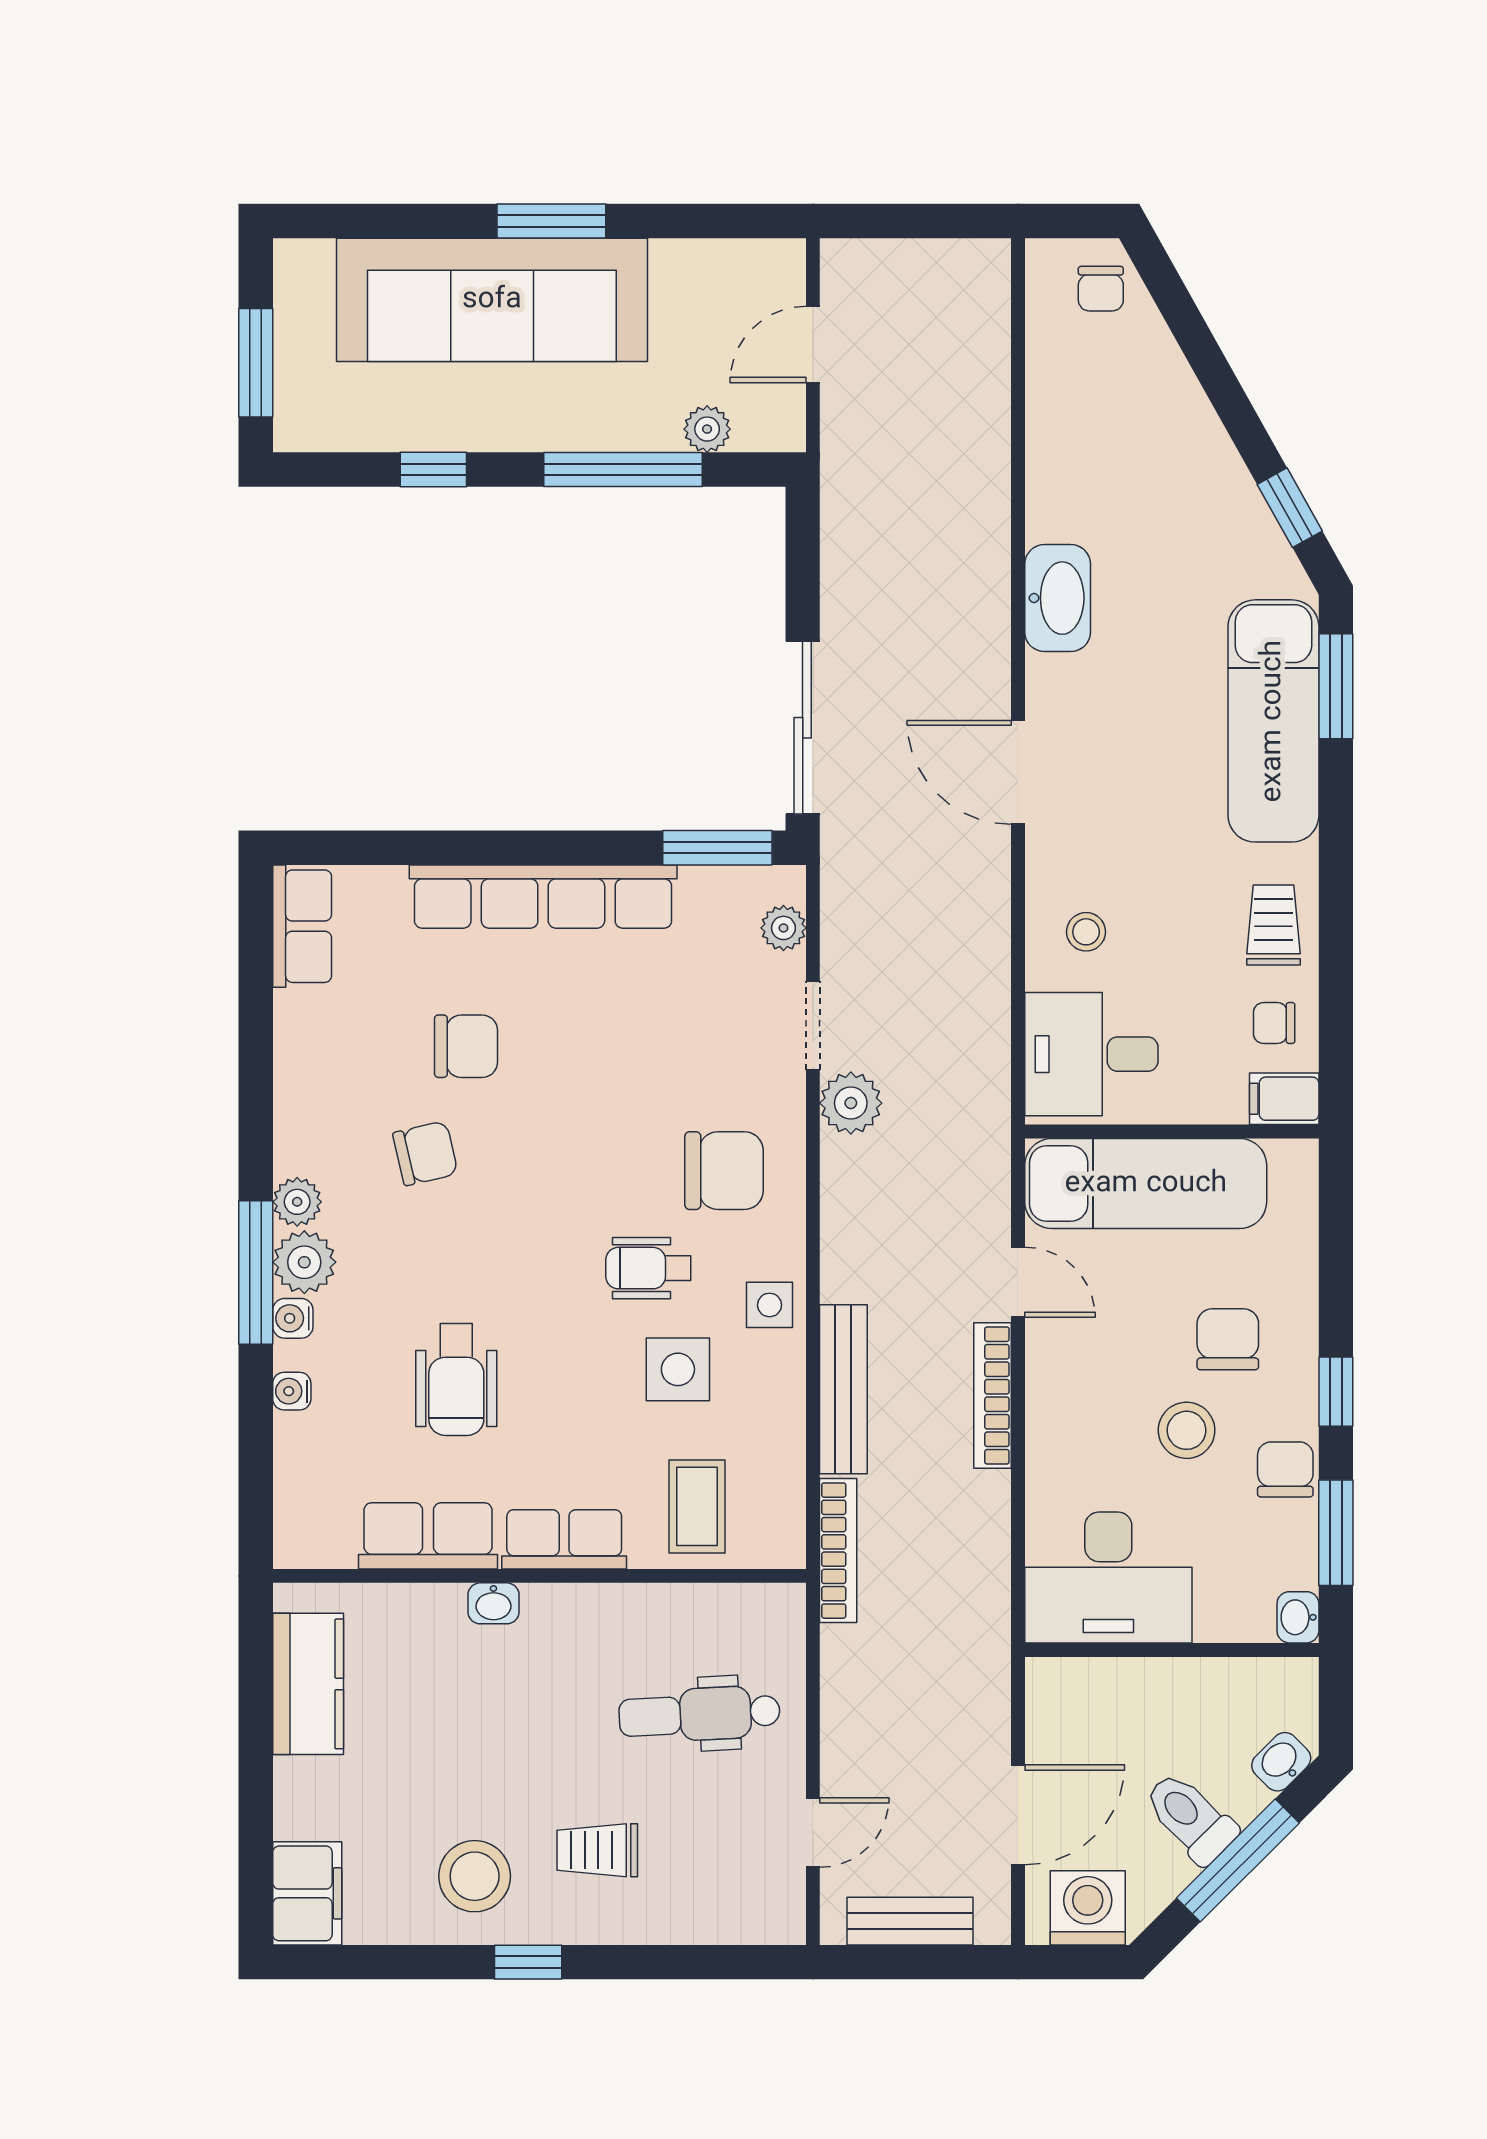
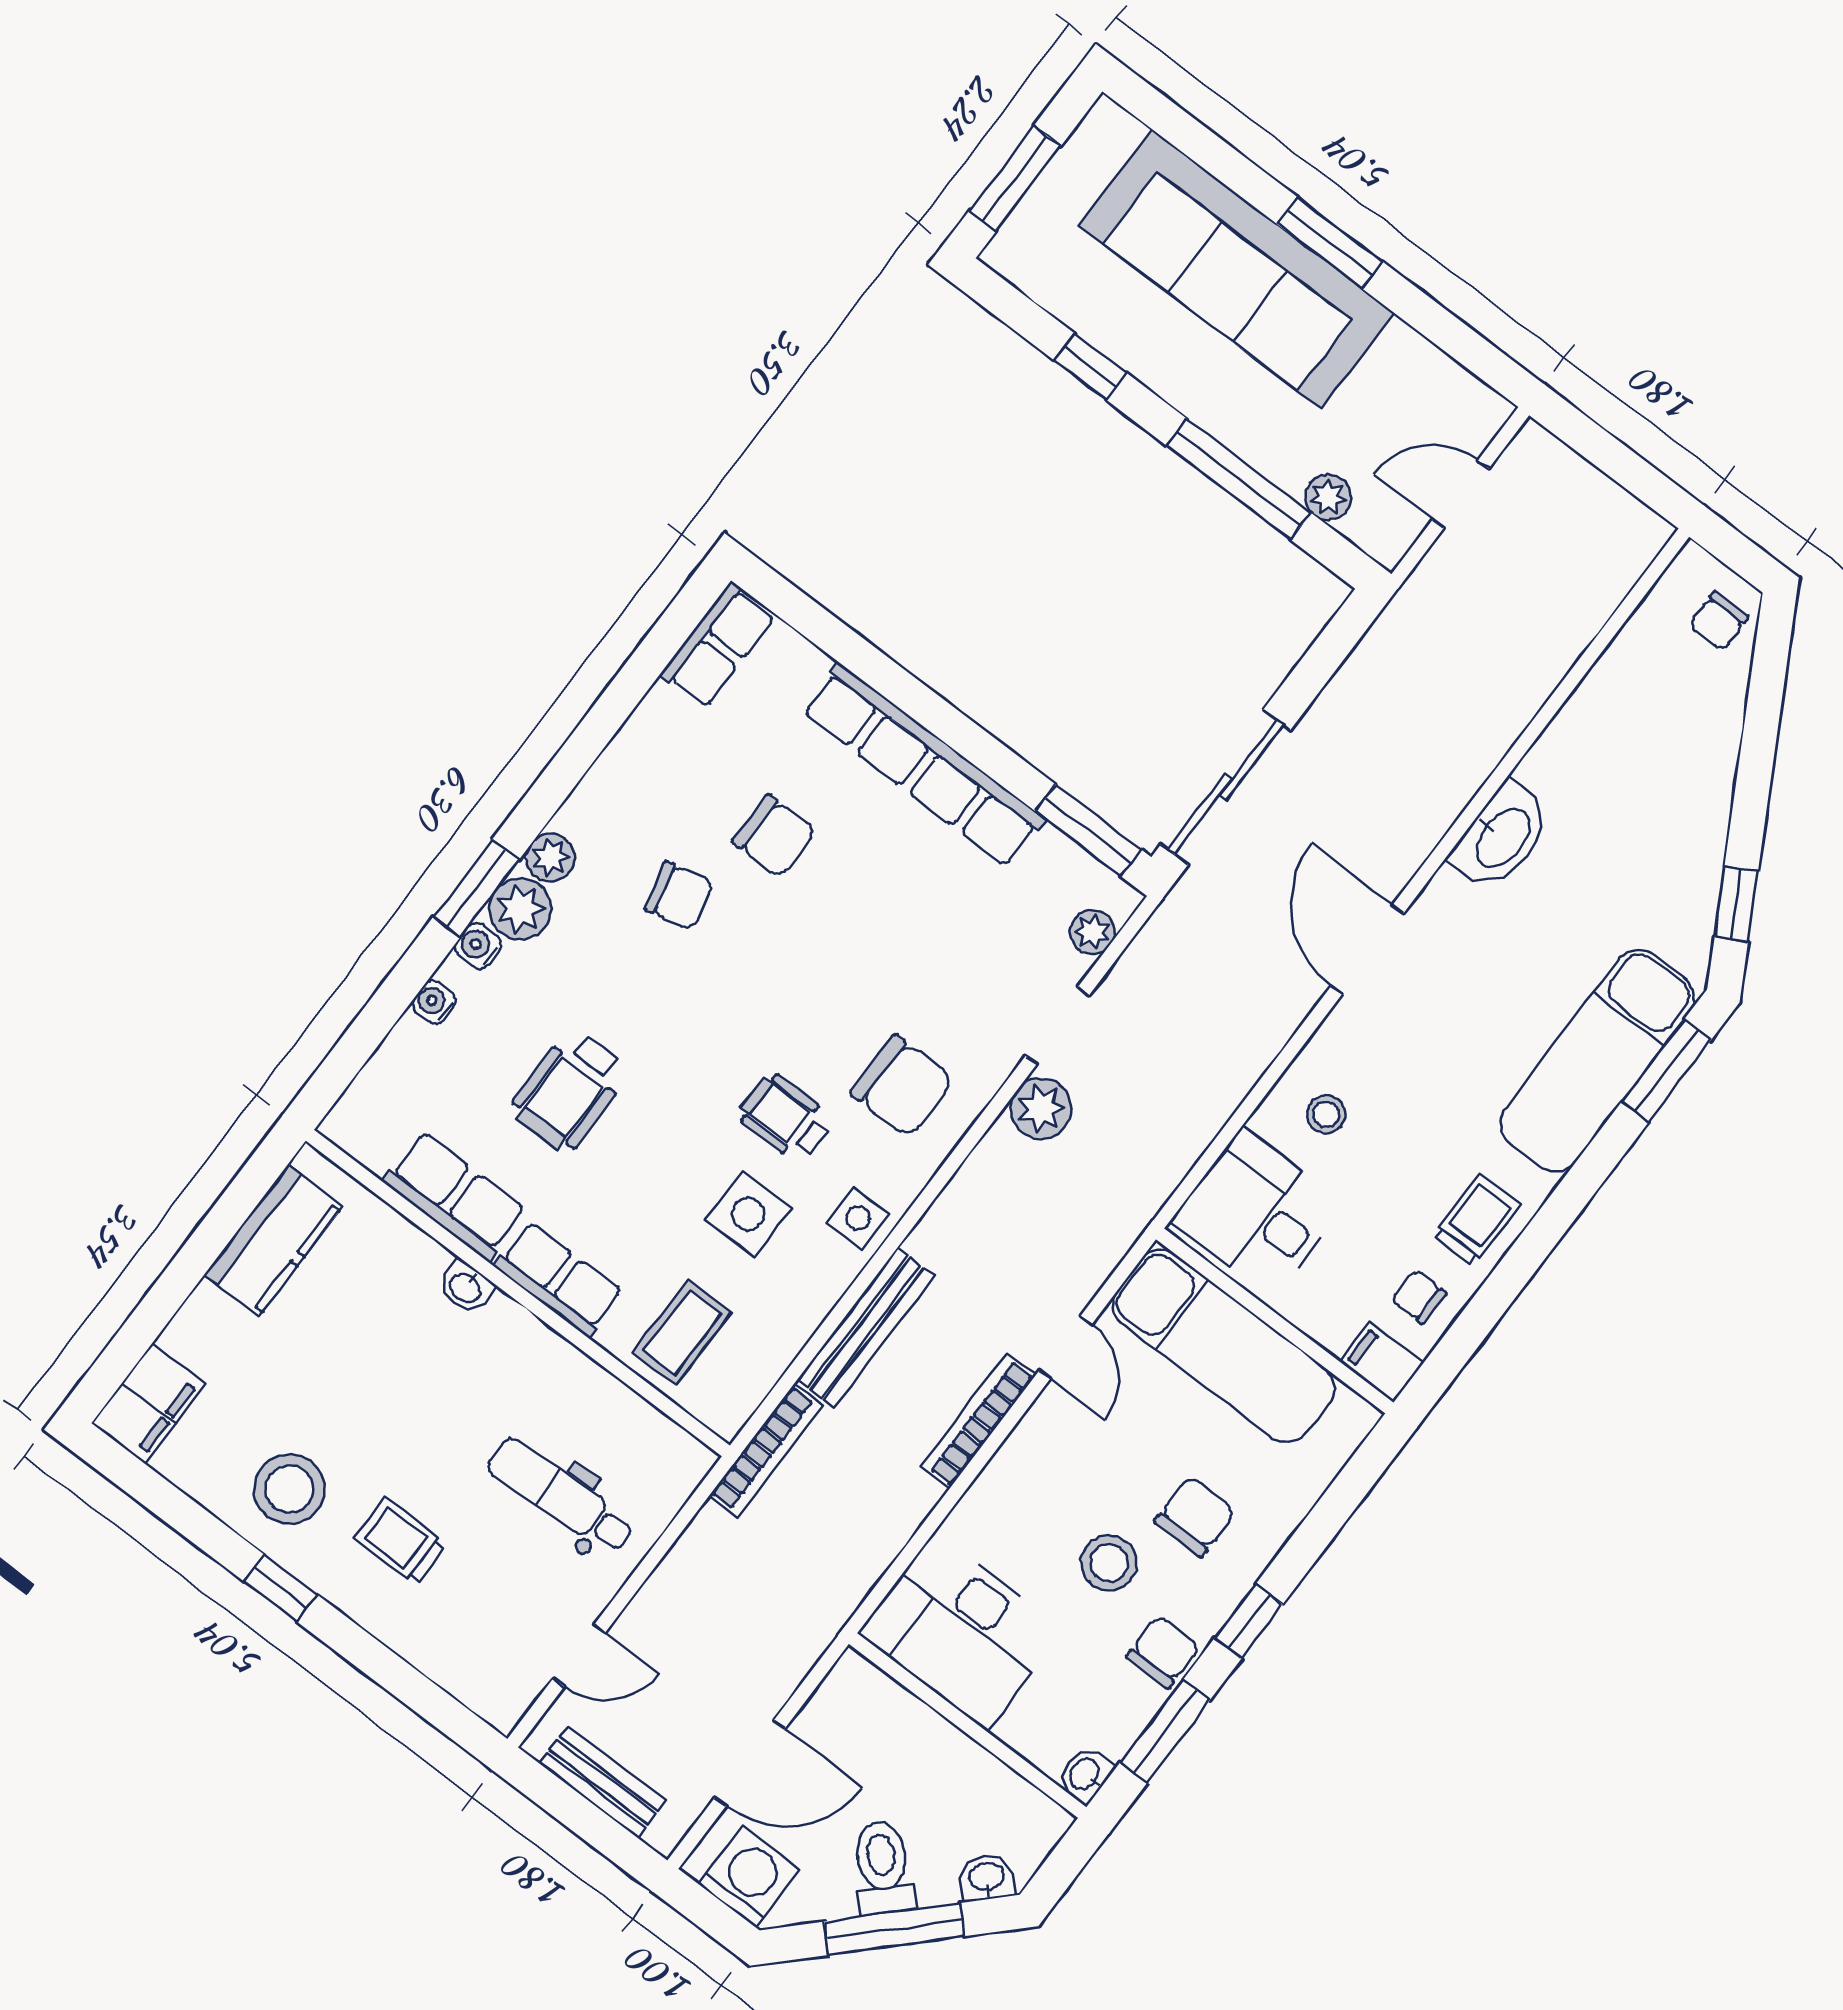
window: (256, 1272) -> (476, 888), width x0.69

